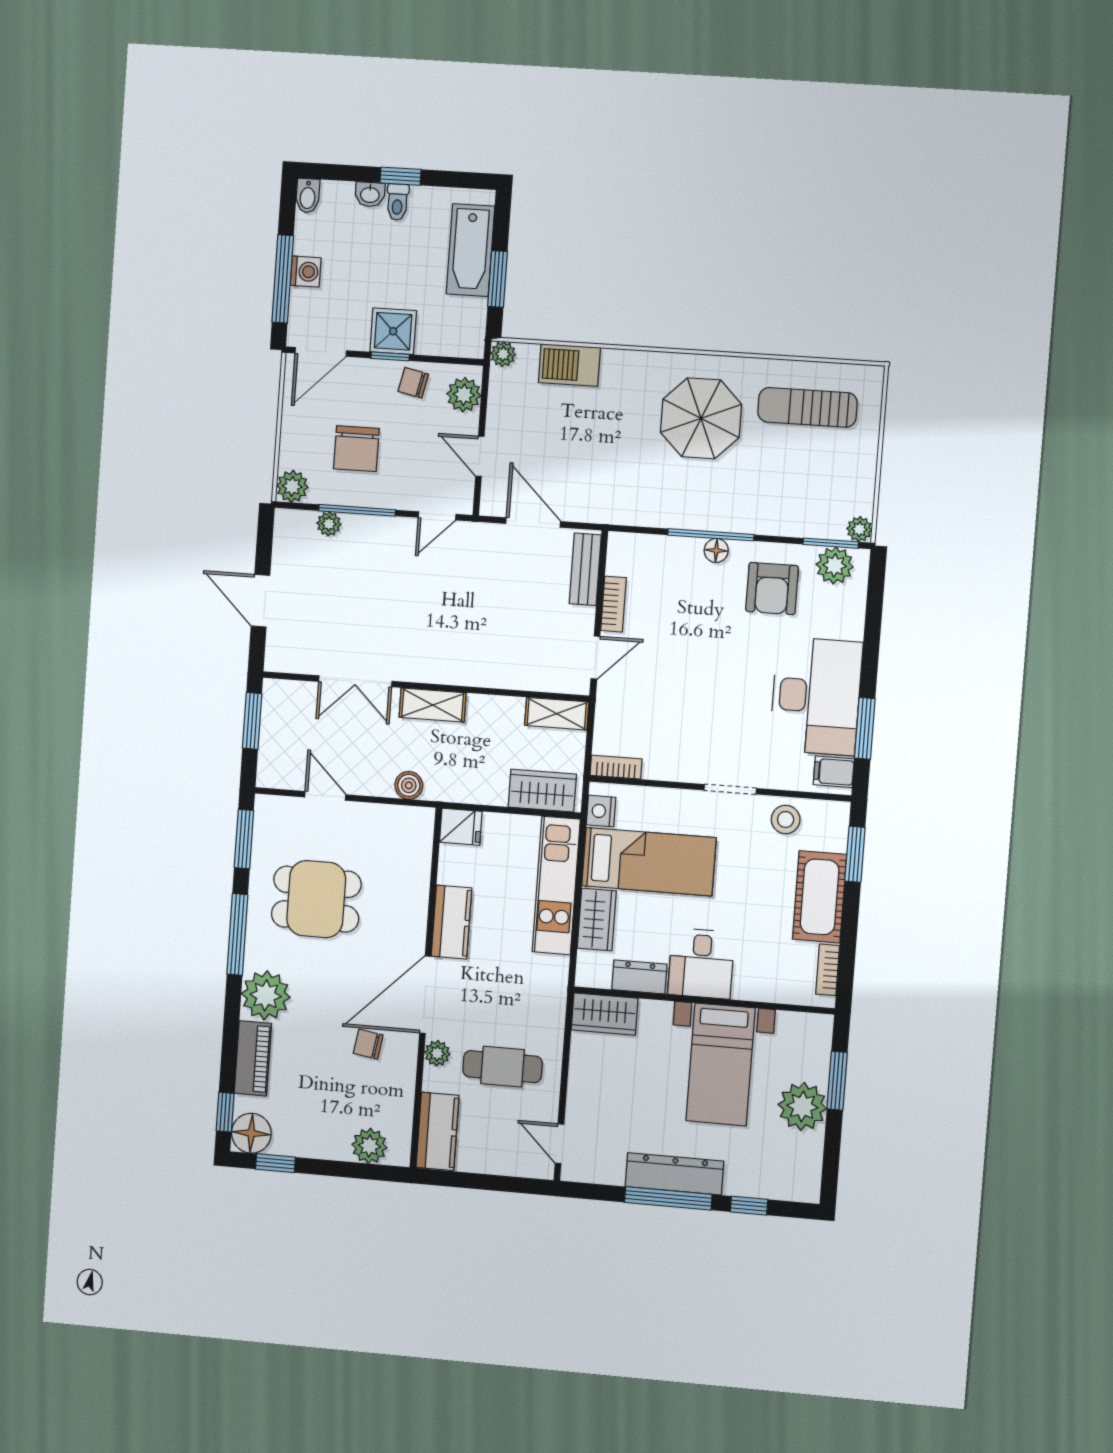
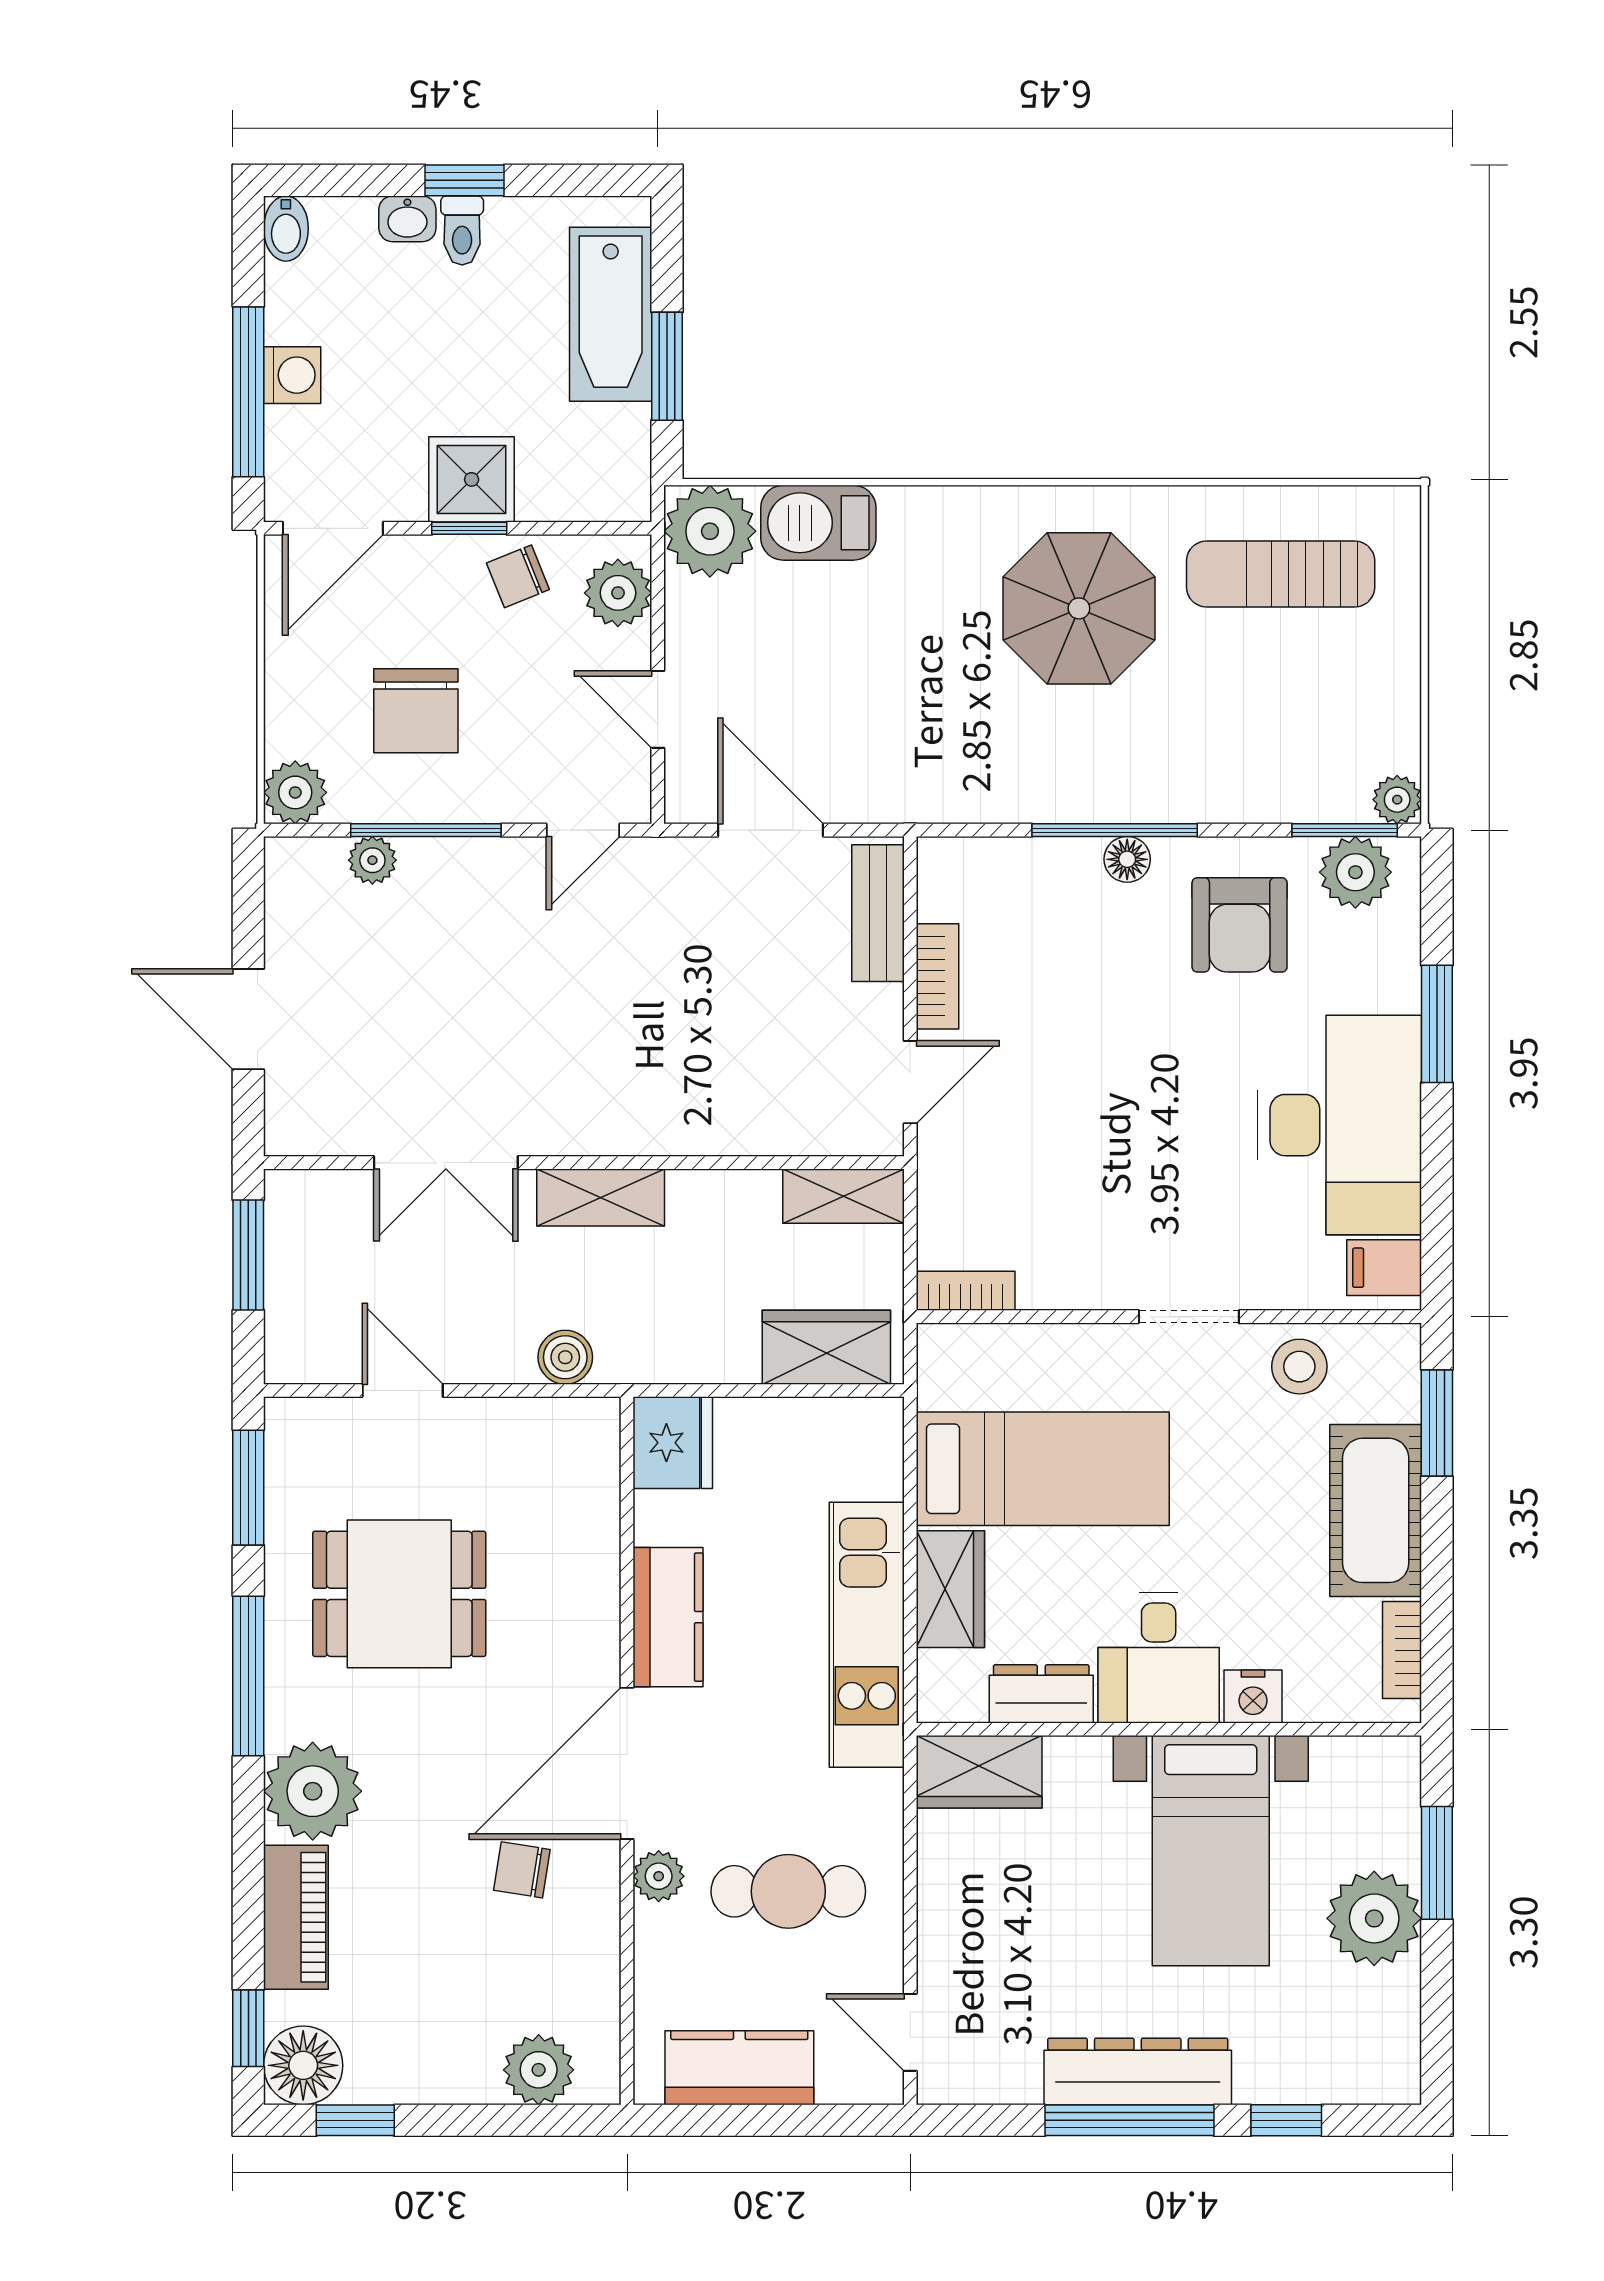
plant: (503, 354) -> (710, 531), width x1.88, depth x1.88
chair: (413, 383) -> (518, 576), turned -34
window: (865, 728) -> (1437, 1024), moved
nightstand: (601, 811) -> (1253, 1696), moved, turned -90
fridge: (461, 827) -> (673, 1443), width x1.38
kitchen unit: (556, 885) -> (867, 1635), moved
kitchen counter: (438, 1131) -> (739, 2068), moved, turned -90

